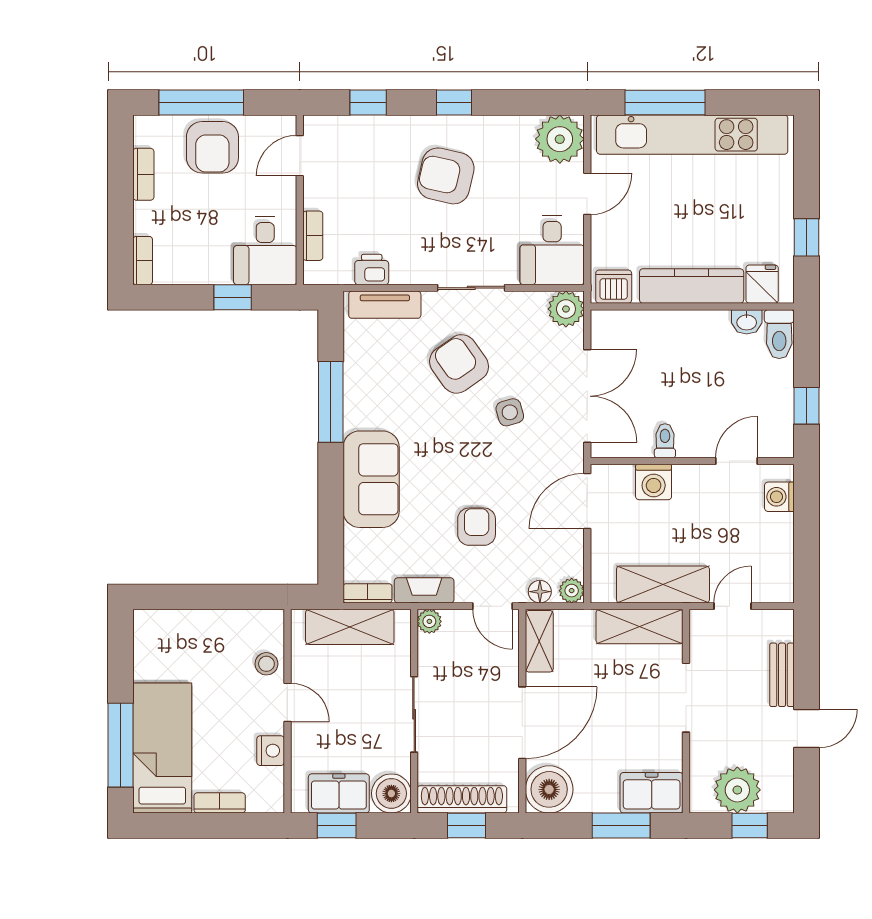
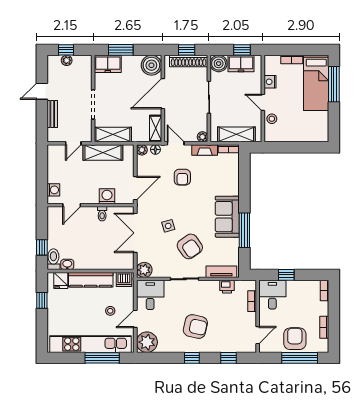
stool: (646, 213) -> (110, 311), added
window: (807, 406) -> (42, 247), moved
sofa: (371, 479) -> (227, 217), moved
plant: (737, 790) -> (67, 60), width x0.53, depth x0.53

